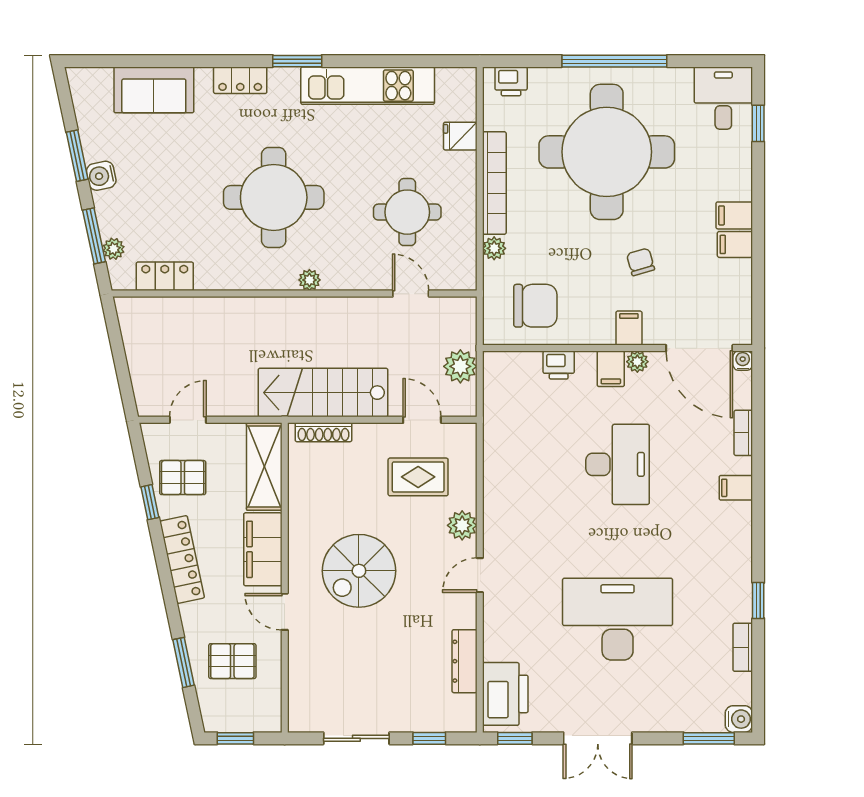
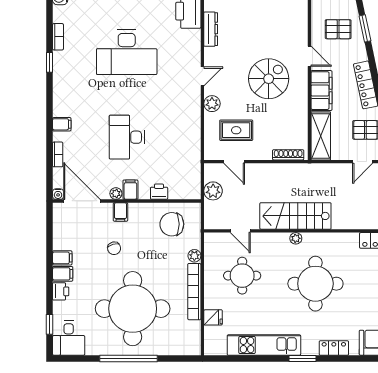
printer: (511, 81) -> (61, 291), moved, turned 90
stairs: (323, 393) -> (295, 216), moved, turned 180

